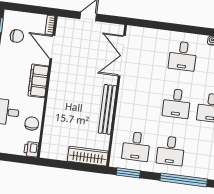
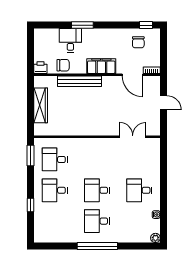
door: (52, 47) -> (132, 75), swing flipped
double door: (122, 56) -> (133, 137), width x0.73
bench: (107, 109) -> (80, 81), moved
wardrobe: (88, 156) -> (41, 105), moved
window: (184, 180) -> (31, 205), width x0.32

